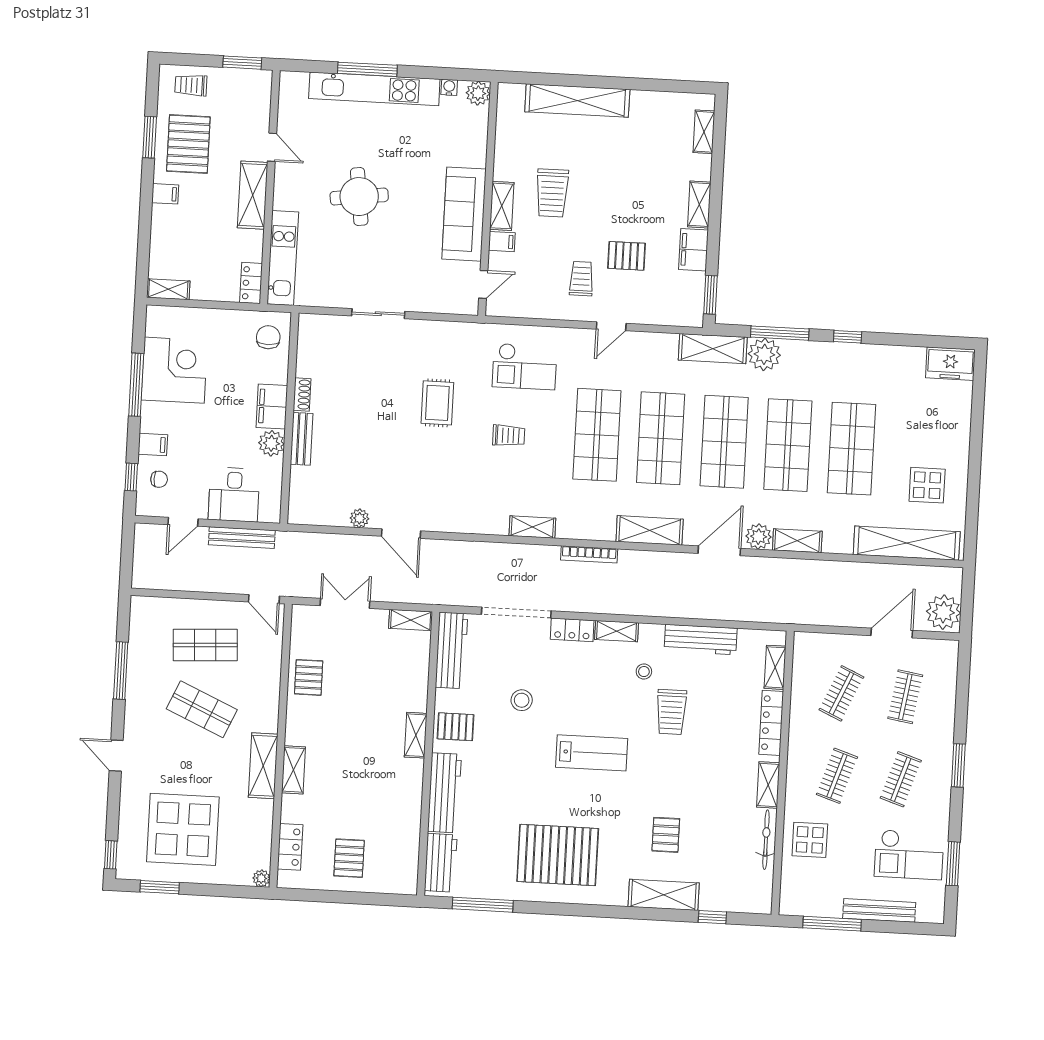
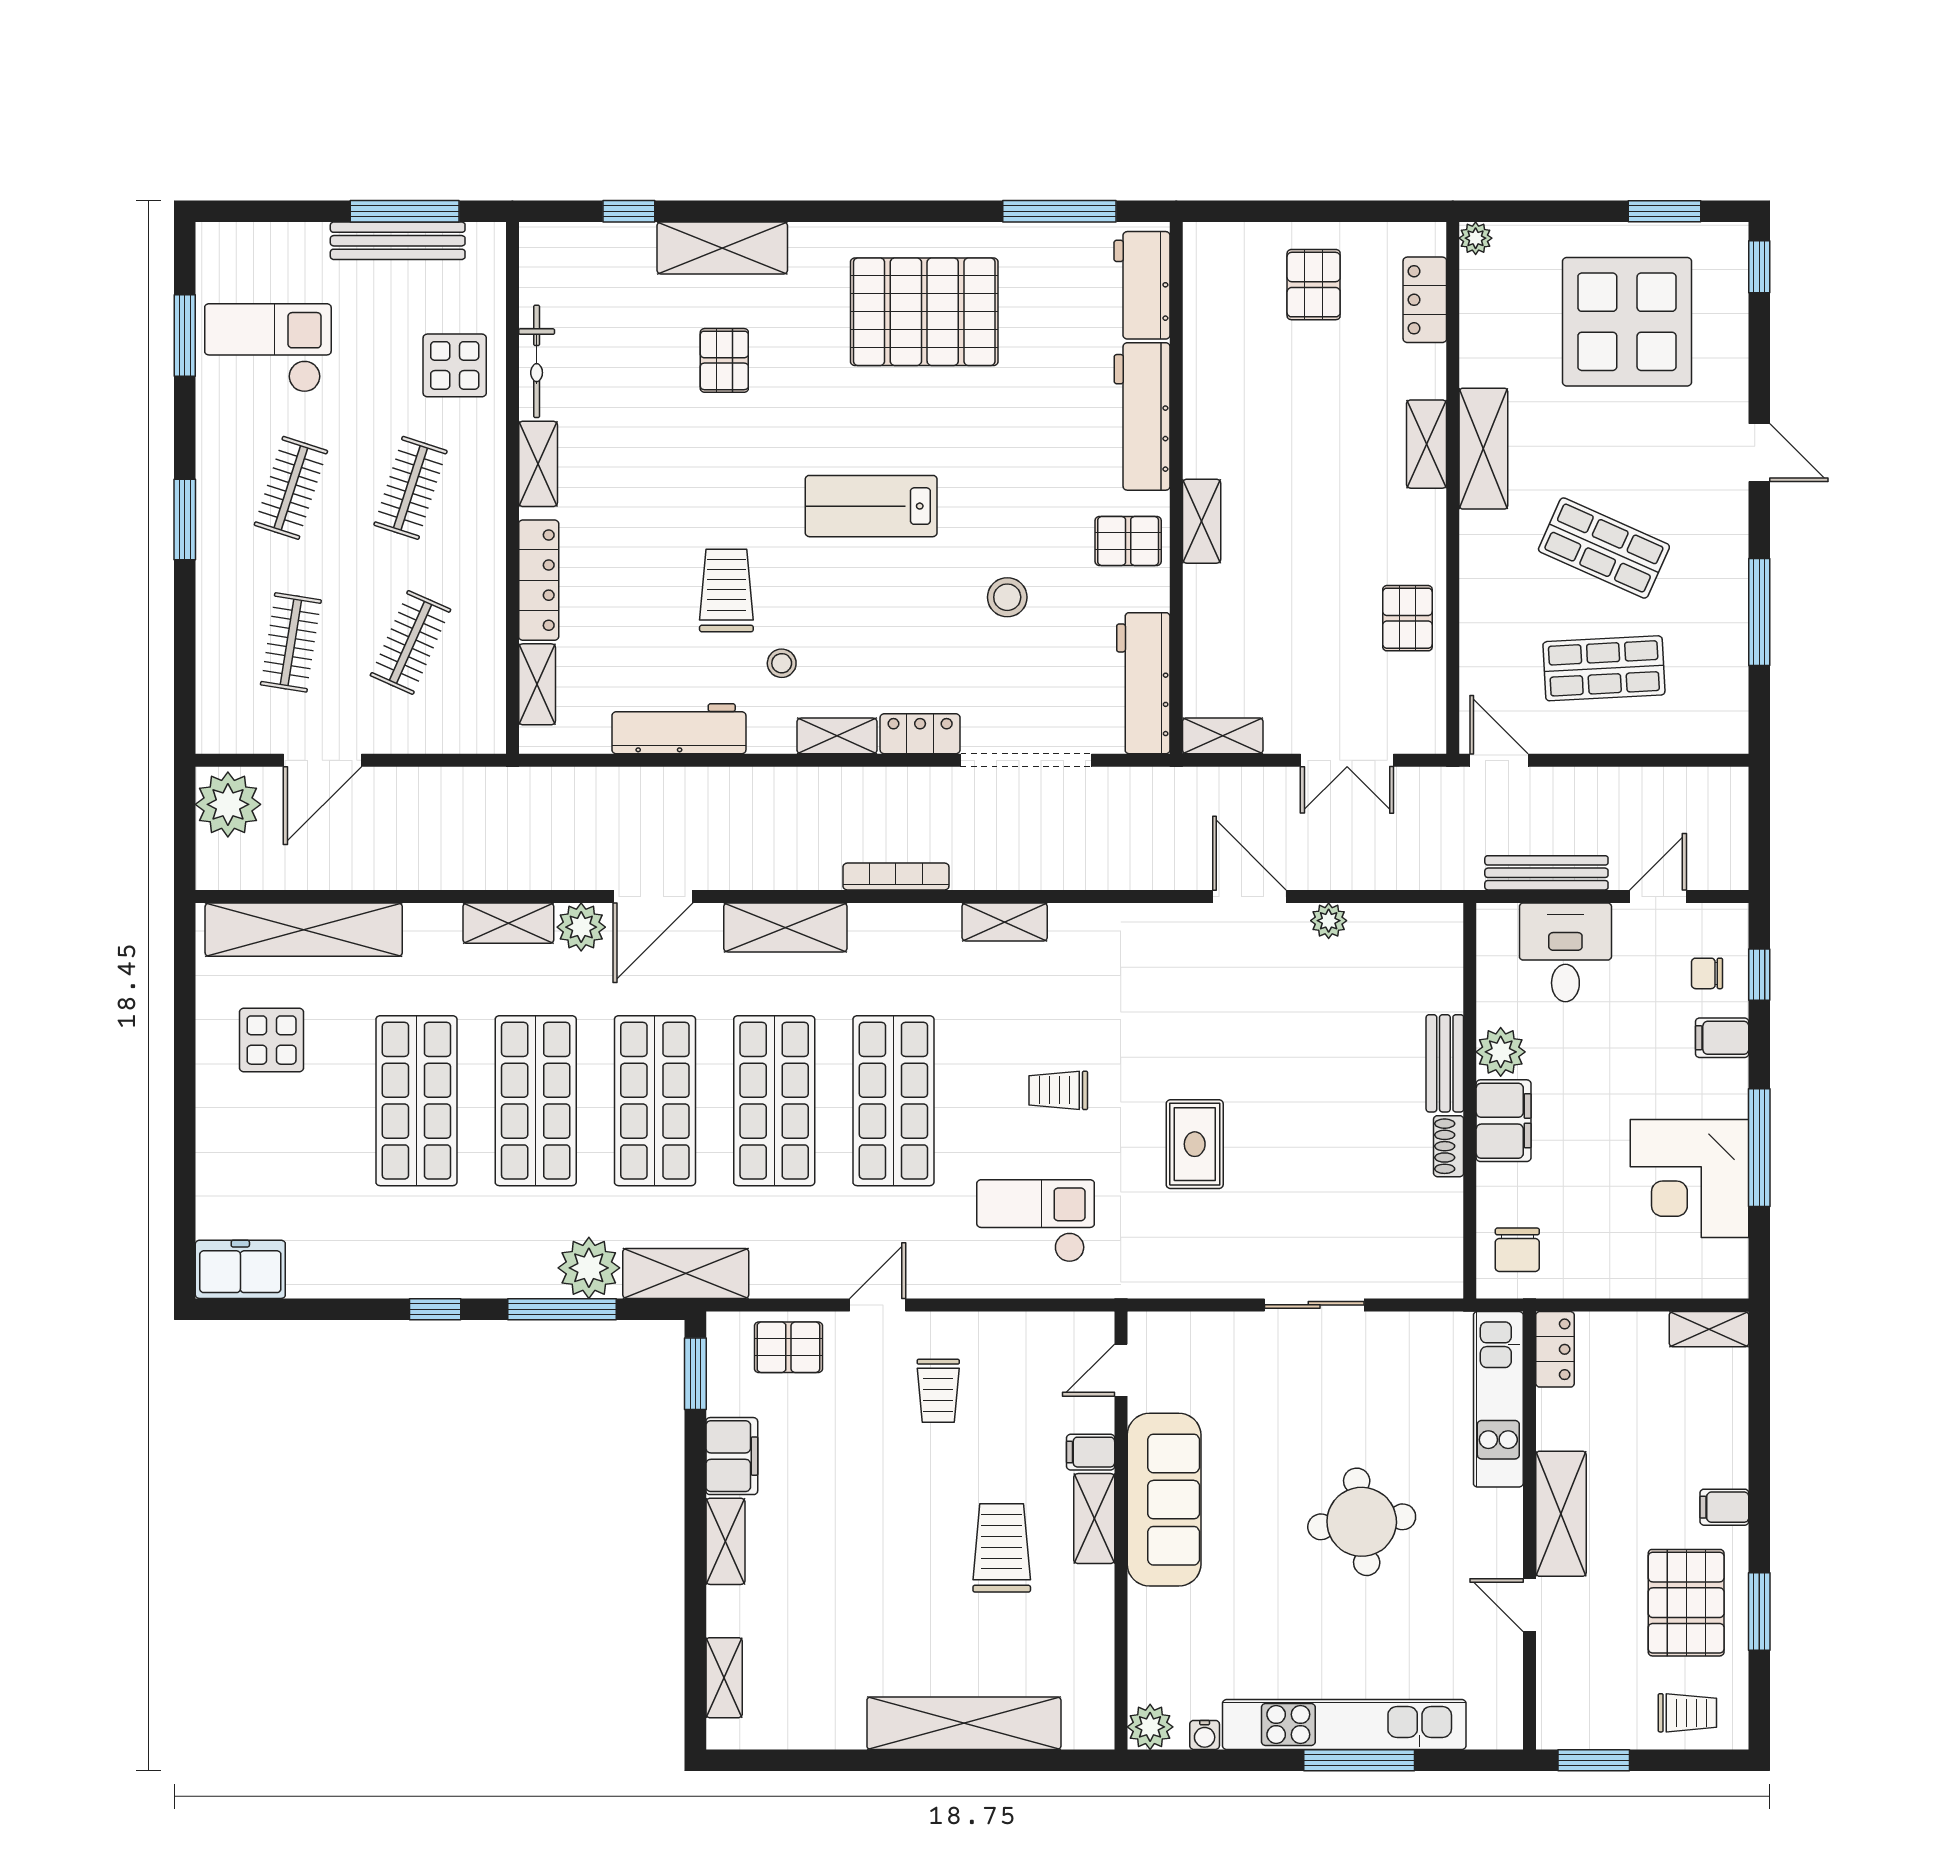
pallet: (627, 256) -> (788, 1347), moved
bench: (879, 910) -> (398, 241), moved

